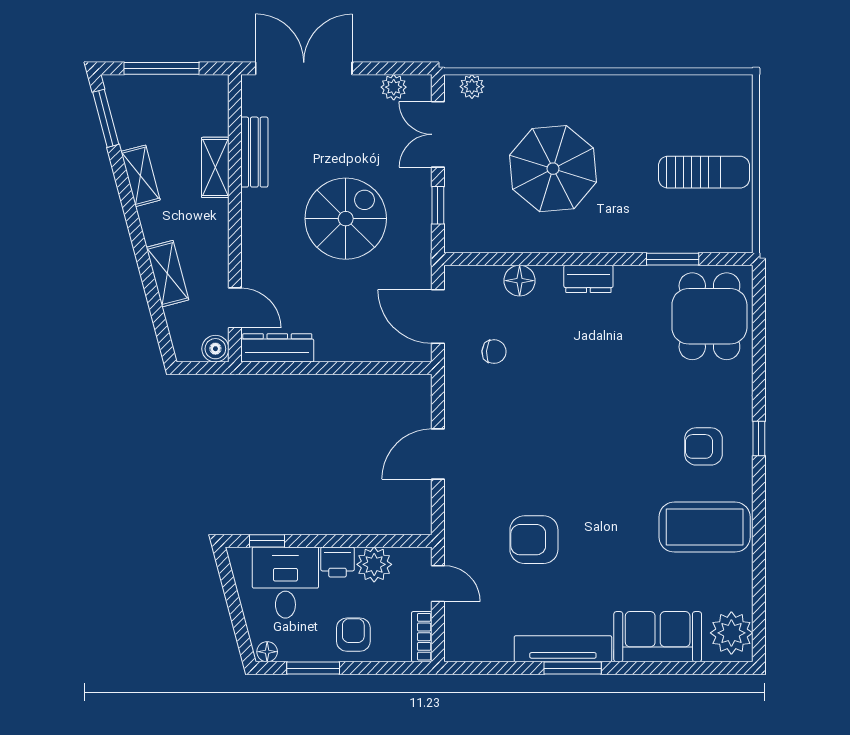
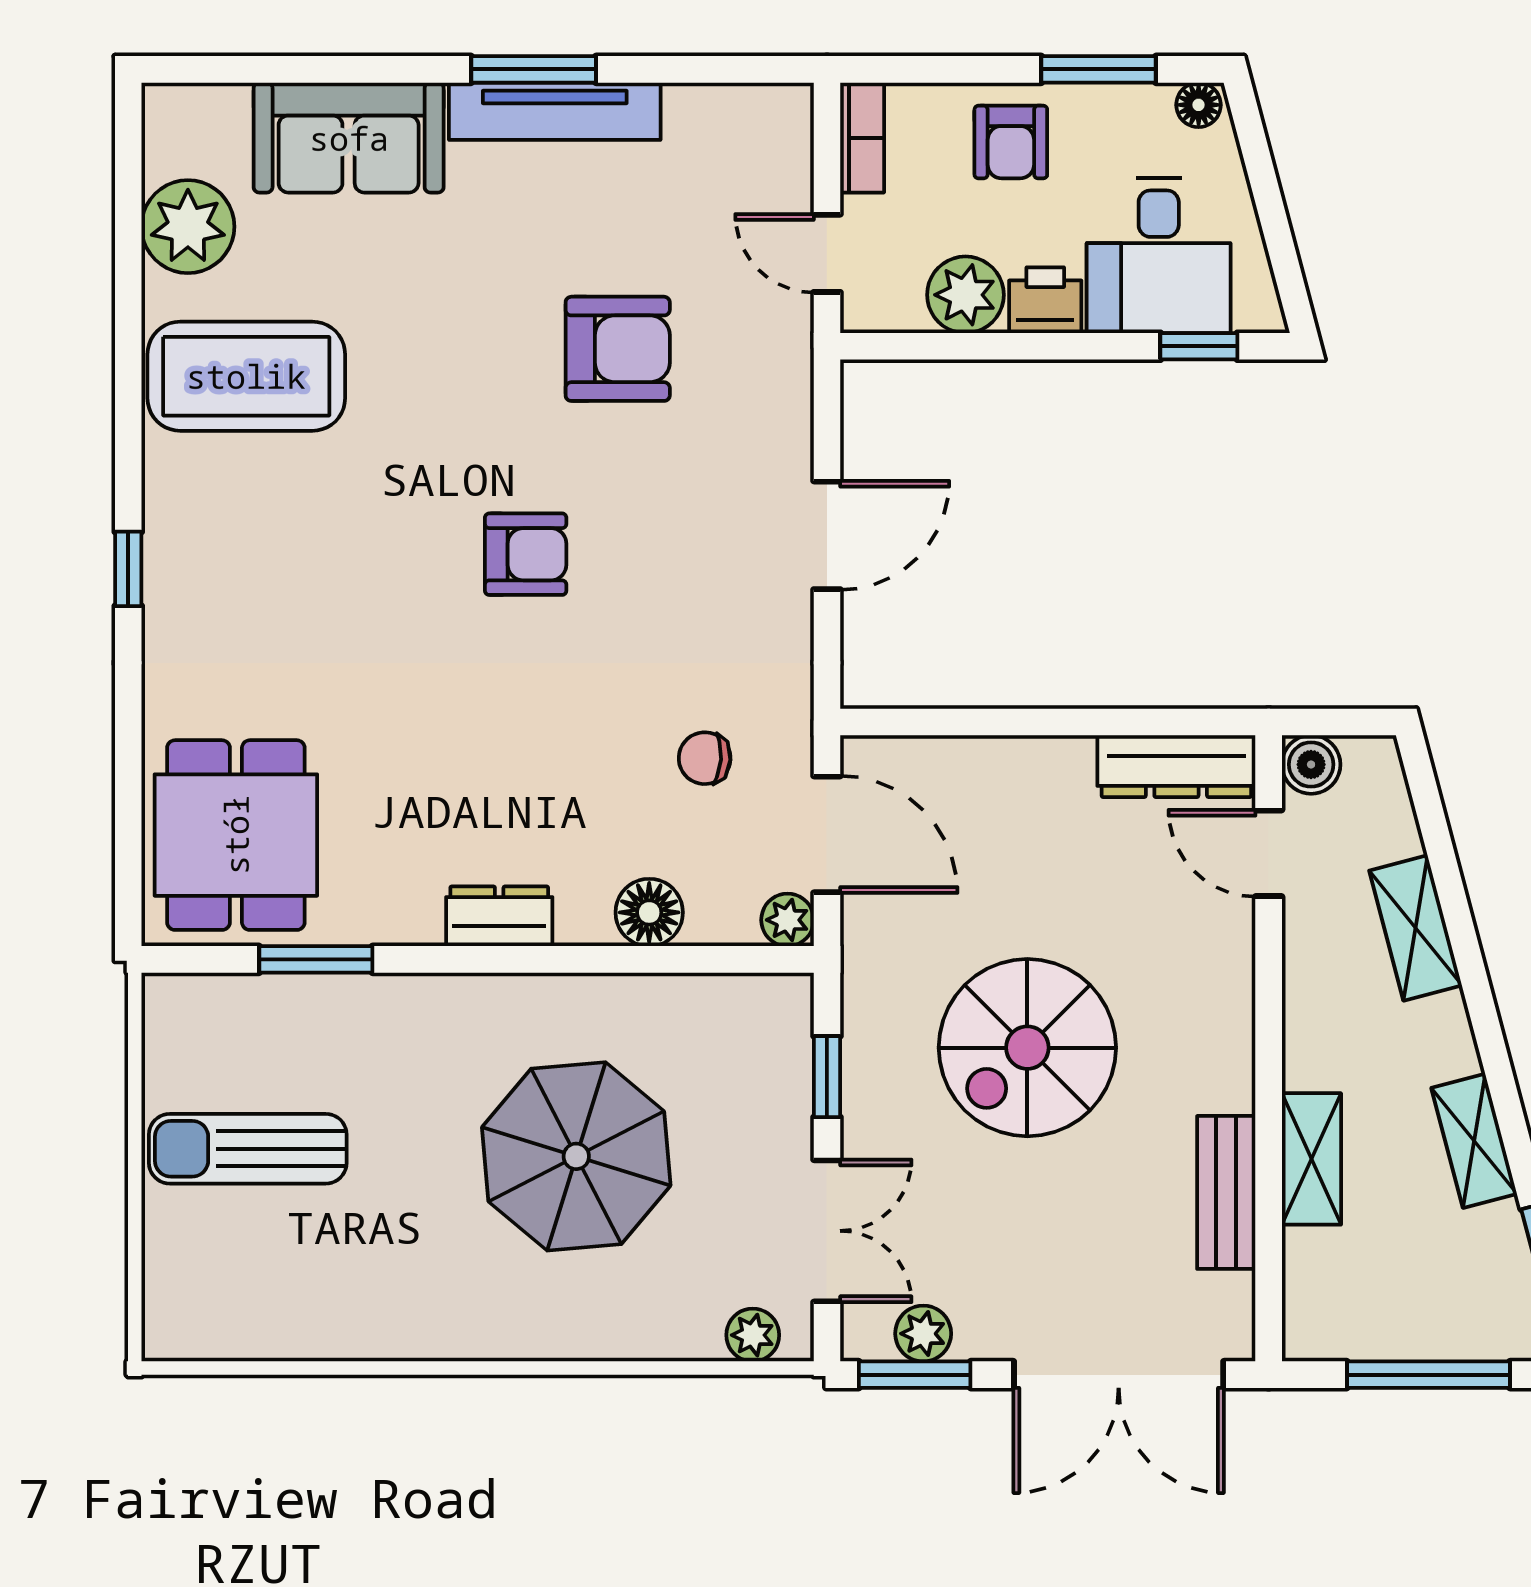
window: (398, 68) -> (915, 1375), added
plant: (456, 277) -> (788, 920), added
armchair: (703, 446) -> (526, 554), moved
plant: (731, 633) -> (188, 227), moved

